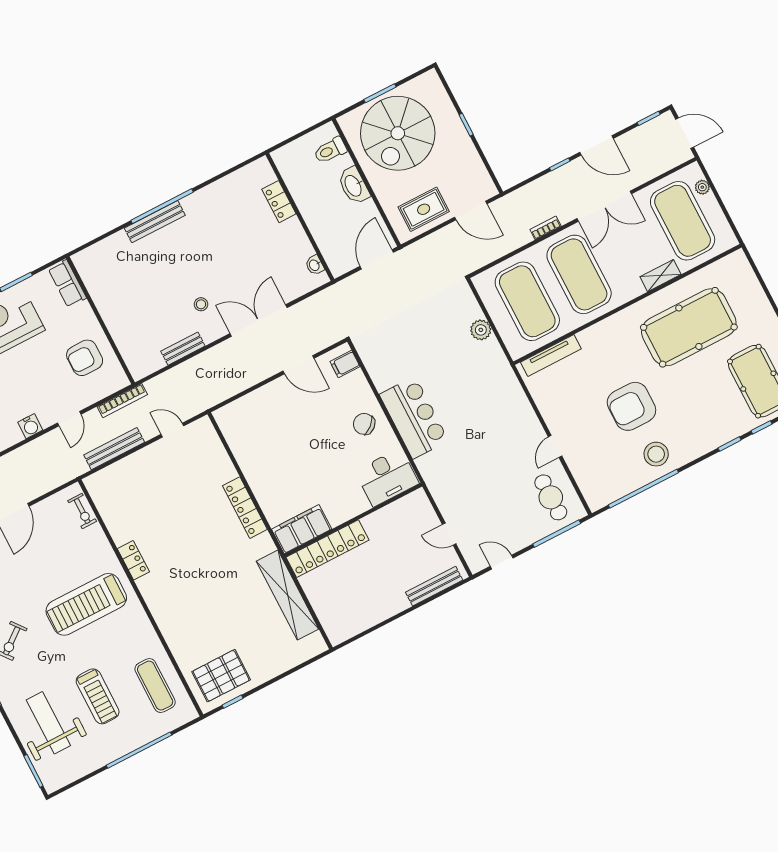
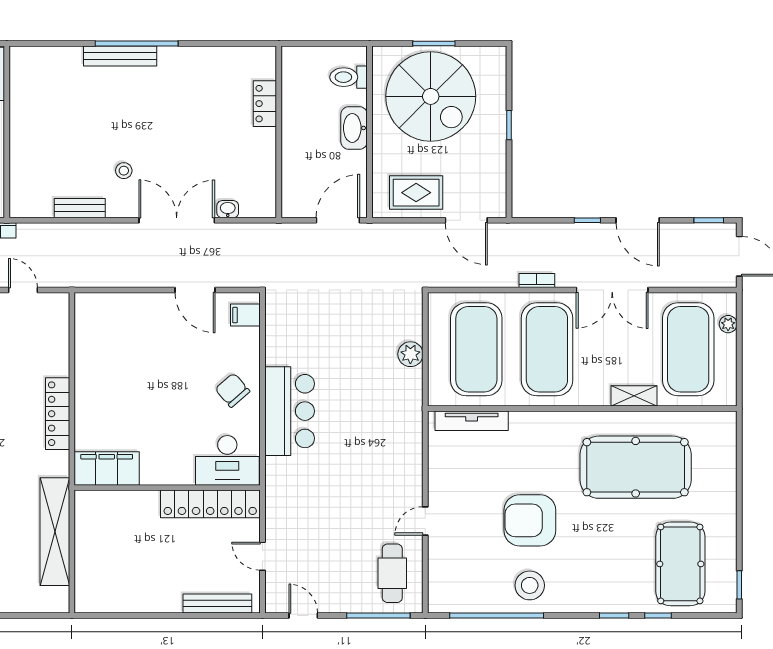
spiral stairs: (398, 133) -> (431, 96), turned -90
washbasin: (315, 265) -> (228, 209), moved, turned 90
locker: (328, 549) -> (210, 504), moved

